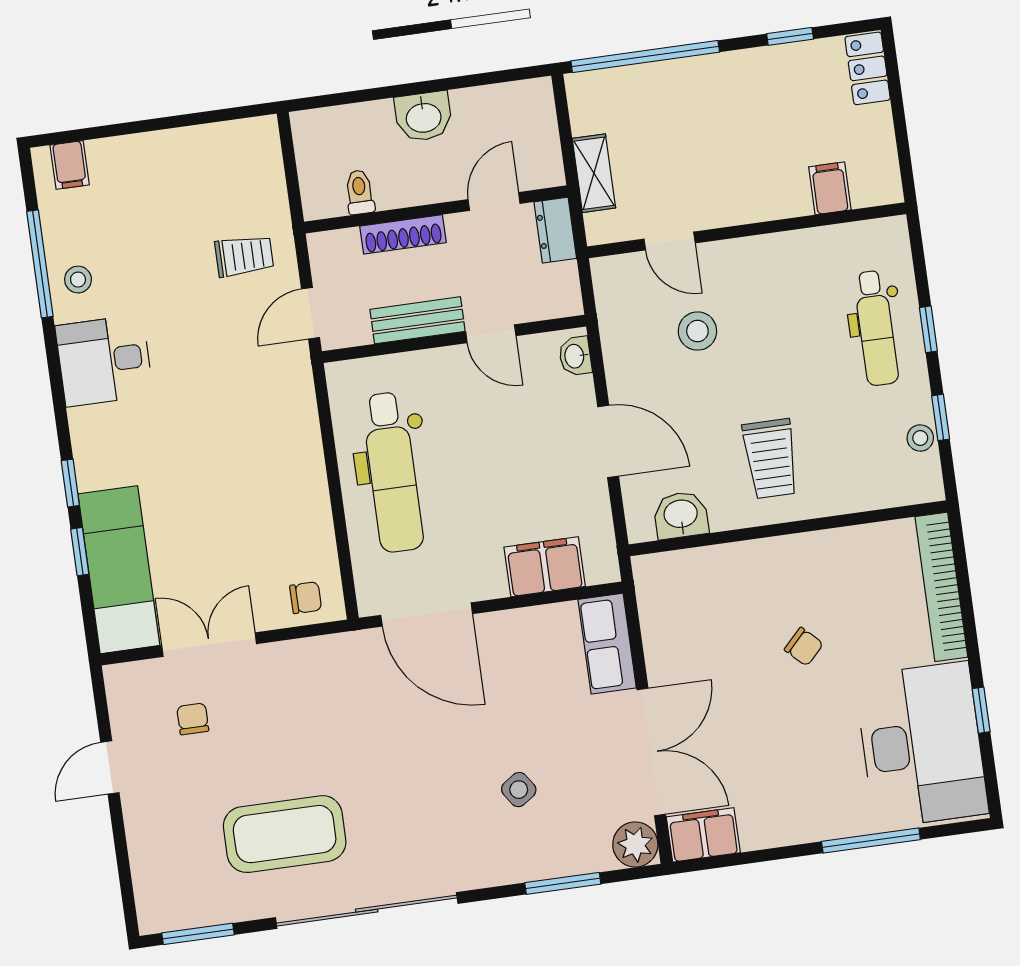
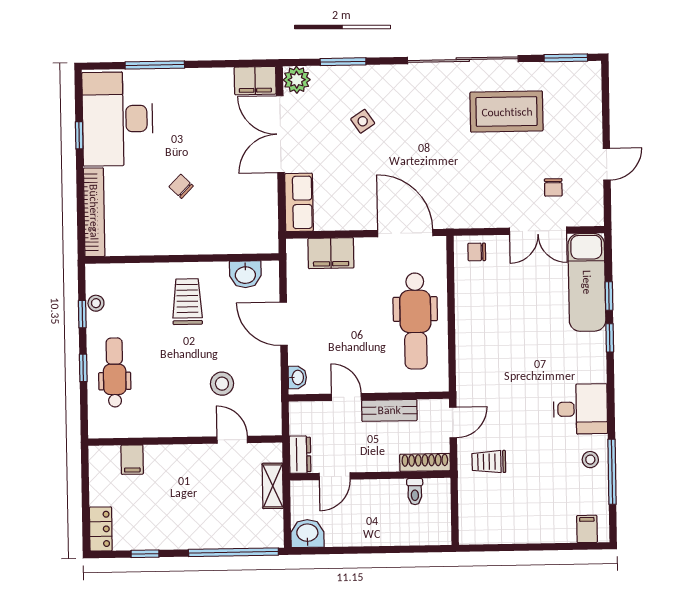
washbasin: (423, 117) -> (307, 533), moved
shoe rack: (403, 234) -> (425, 462), moved
dental chair: (392, 472) -> (415, 321), turned 180

